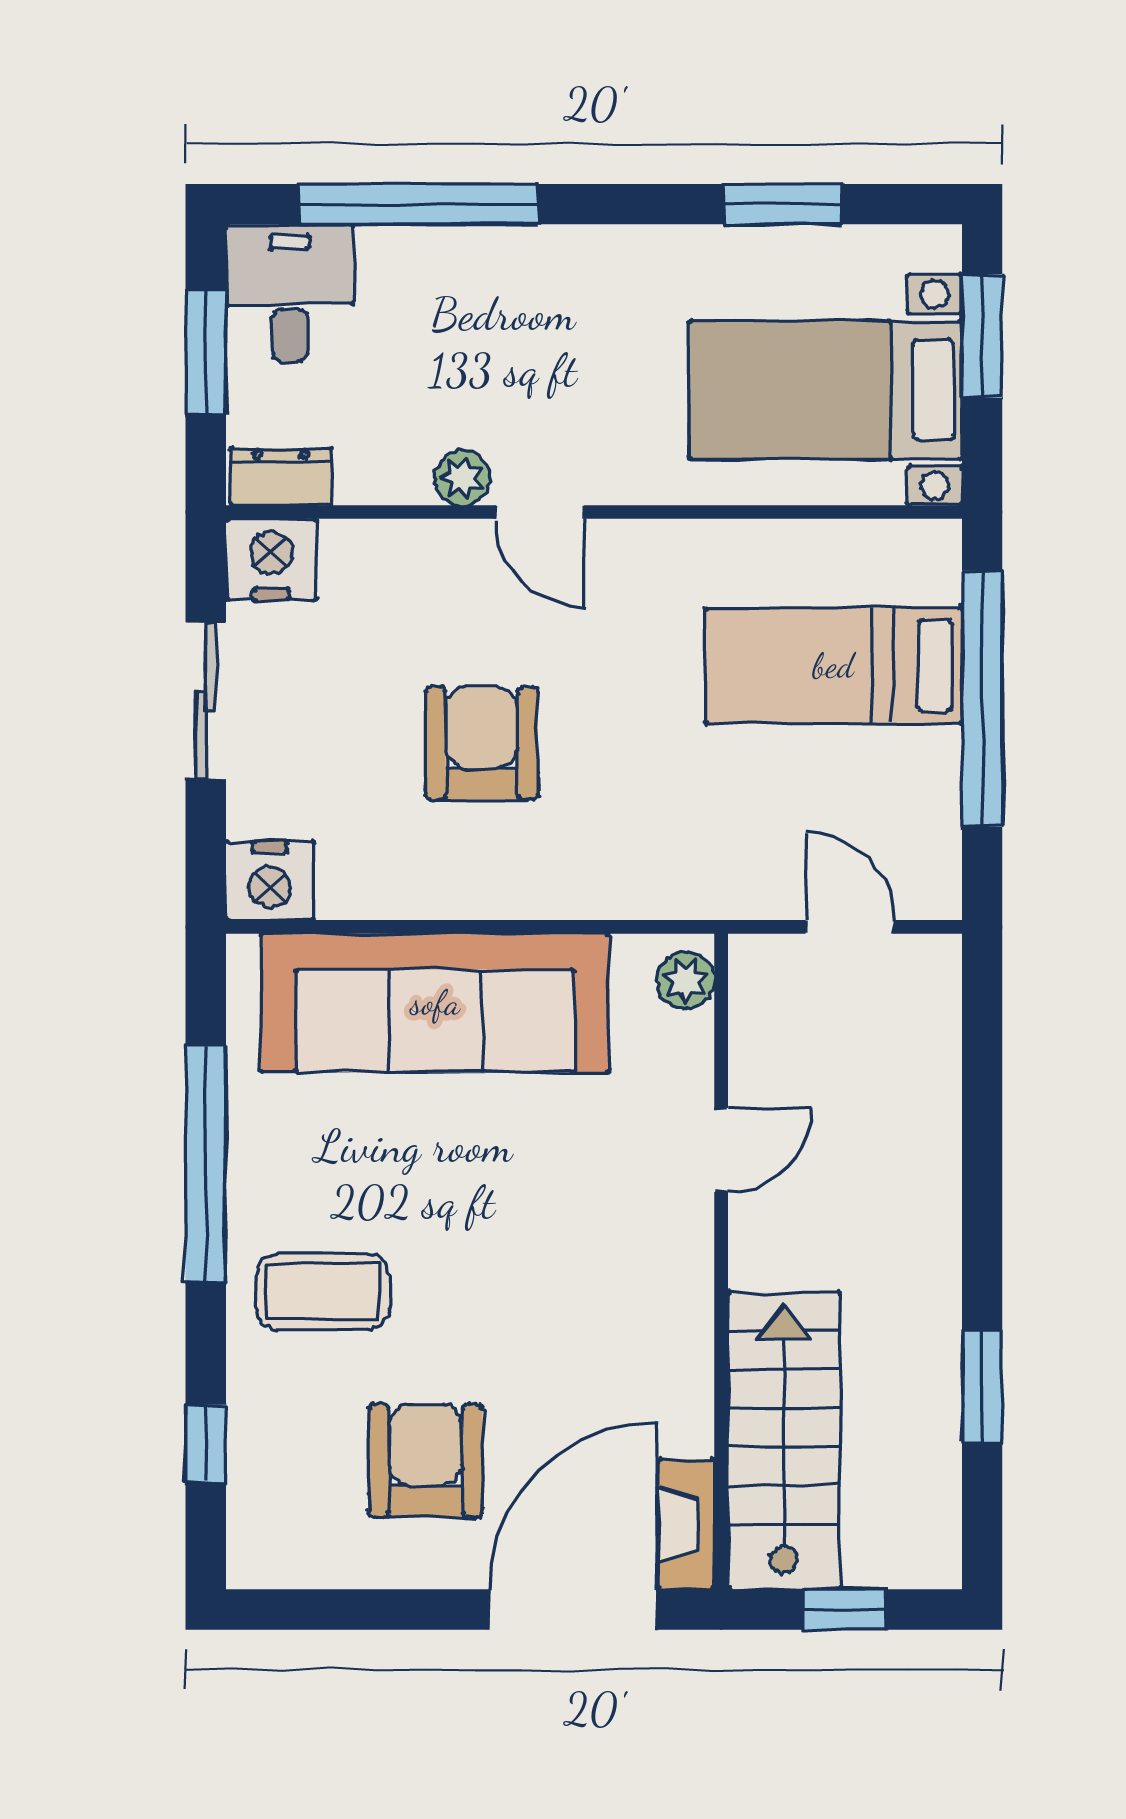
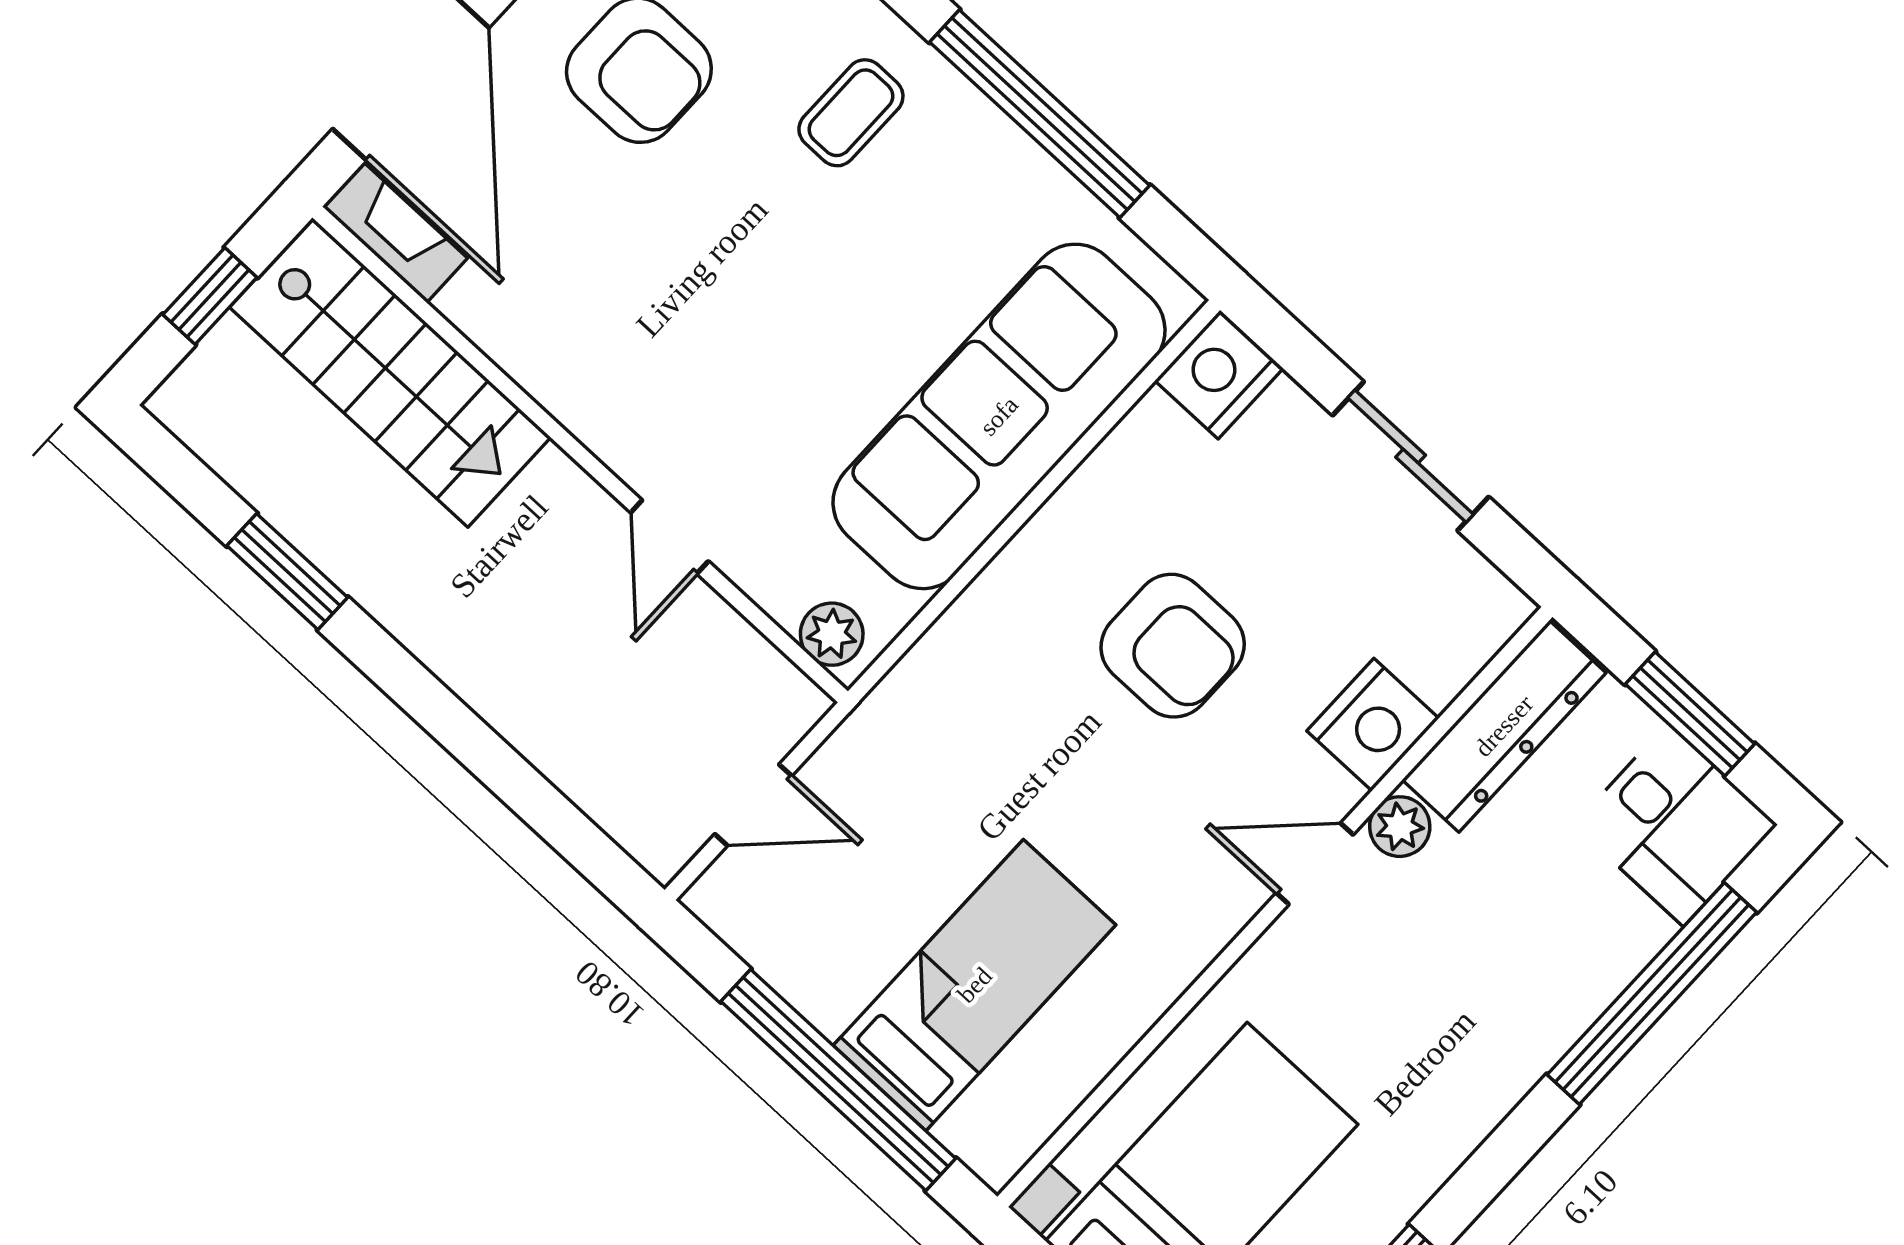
dresser: (281, 477) -> (1504, 726), width x1.96, depth x1.24
nightstand: (271, 559) -> (1373, 725), moved
coffee table: (322, 1291) -> (851, 113), width x0.73, depth x0.77

